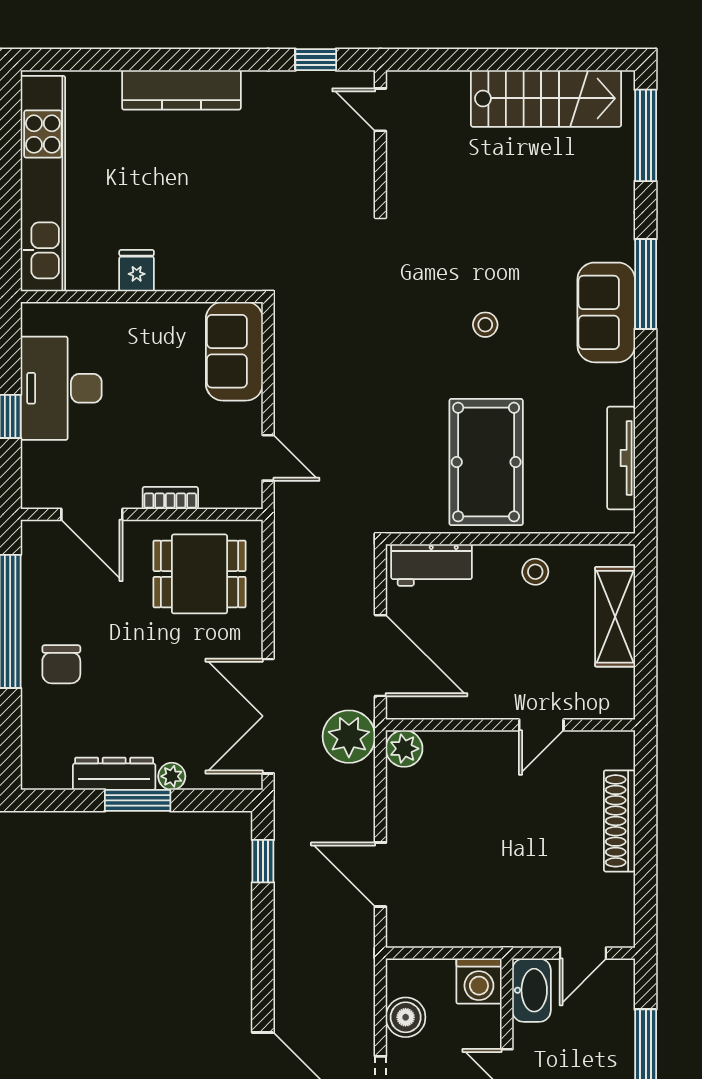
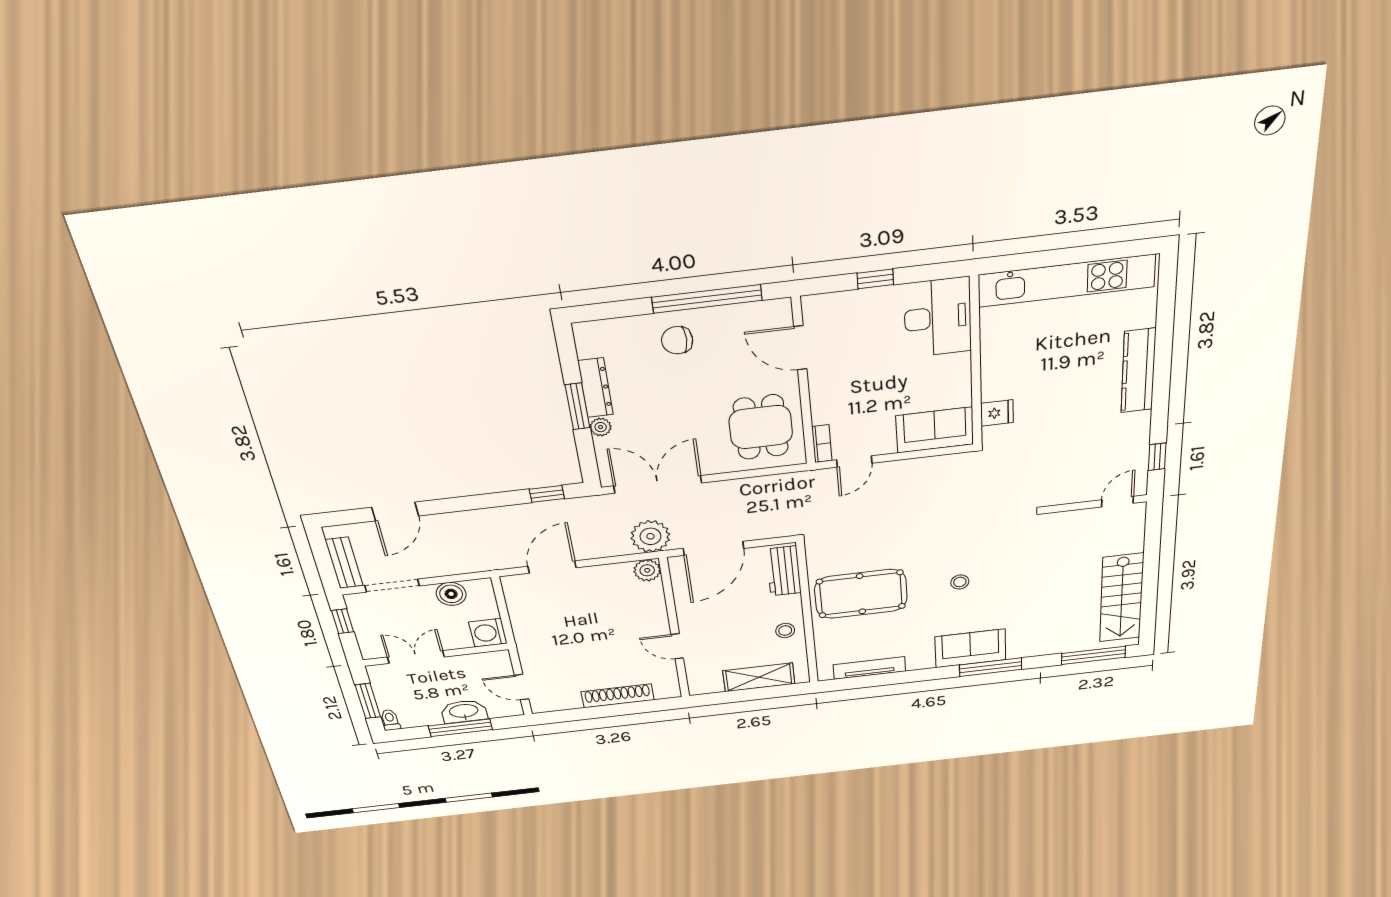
fridge: (137, 271) -> (997, 413), moved
desk: (61, 388) -> (938, 317), moved, turned 90
bookcase: (170, 498) -> (822, 444), moved
door: (92, 514) -> (800, 348), hinge flipped
washbasin: (531, 990) -> (464, 711), moved, turned 180

